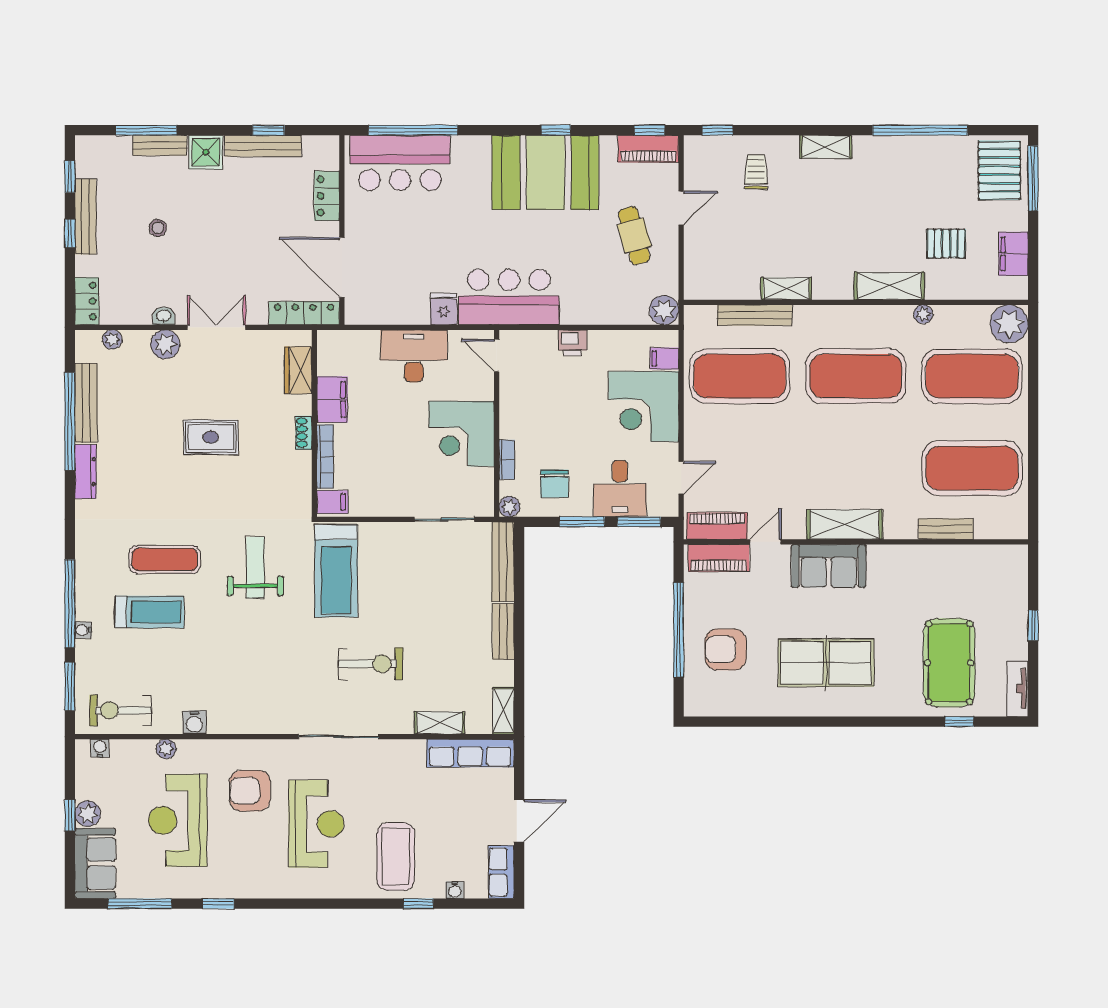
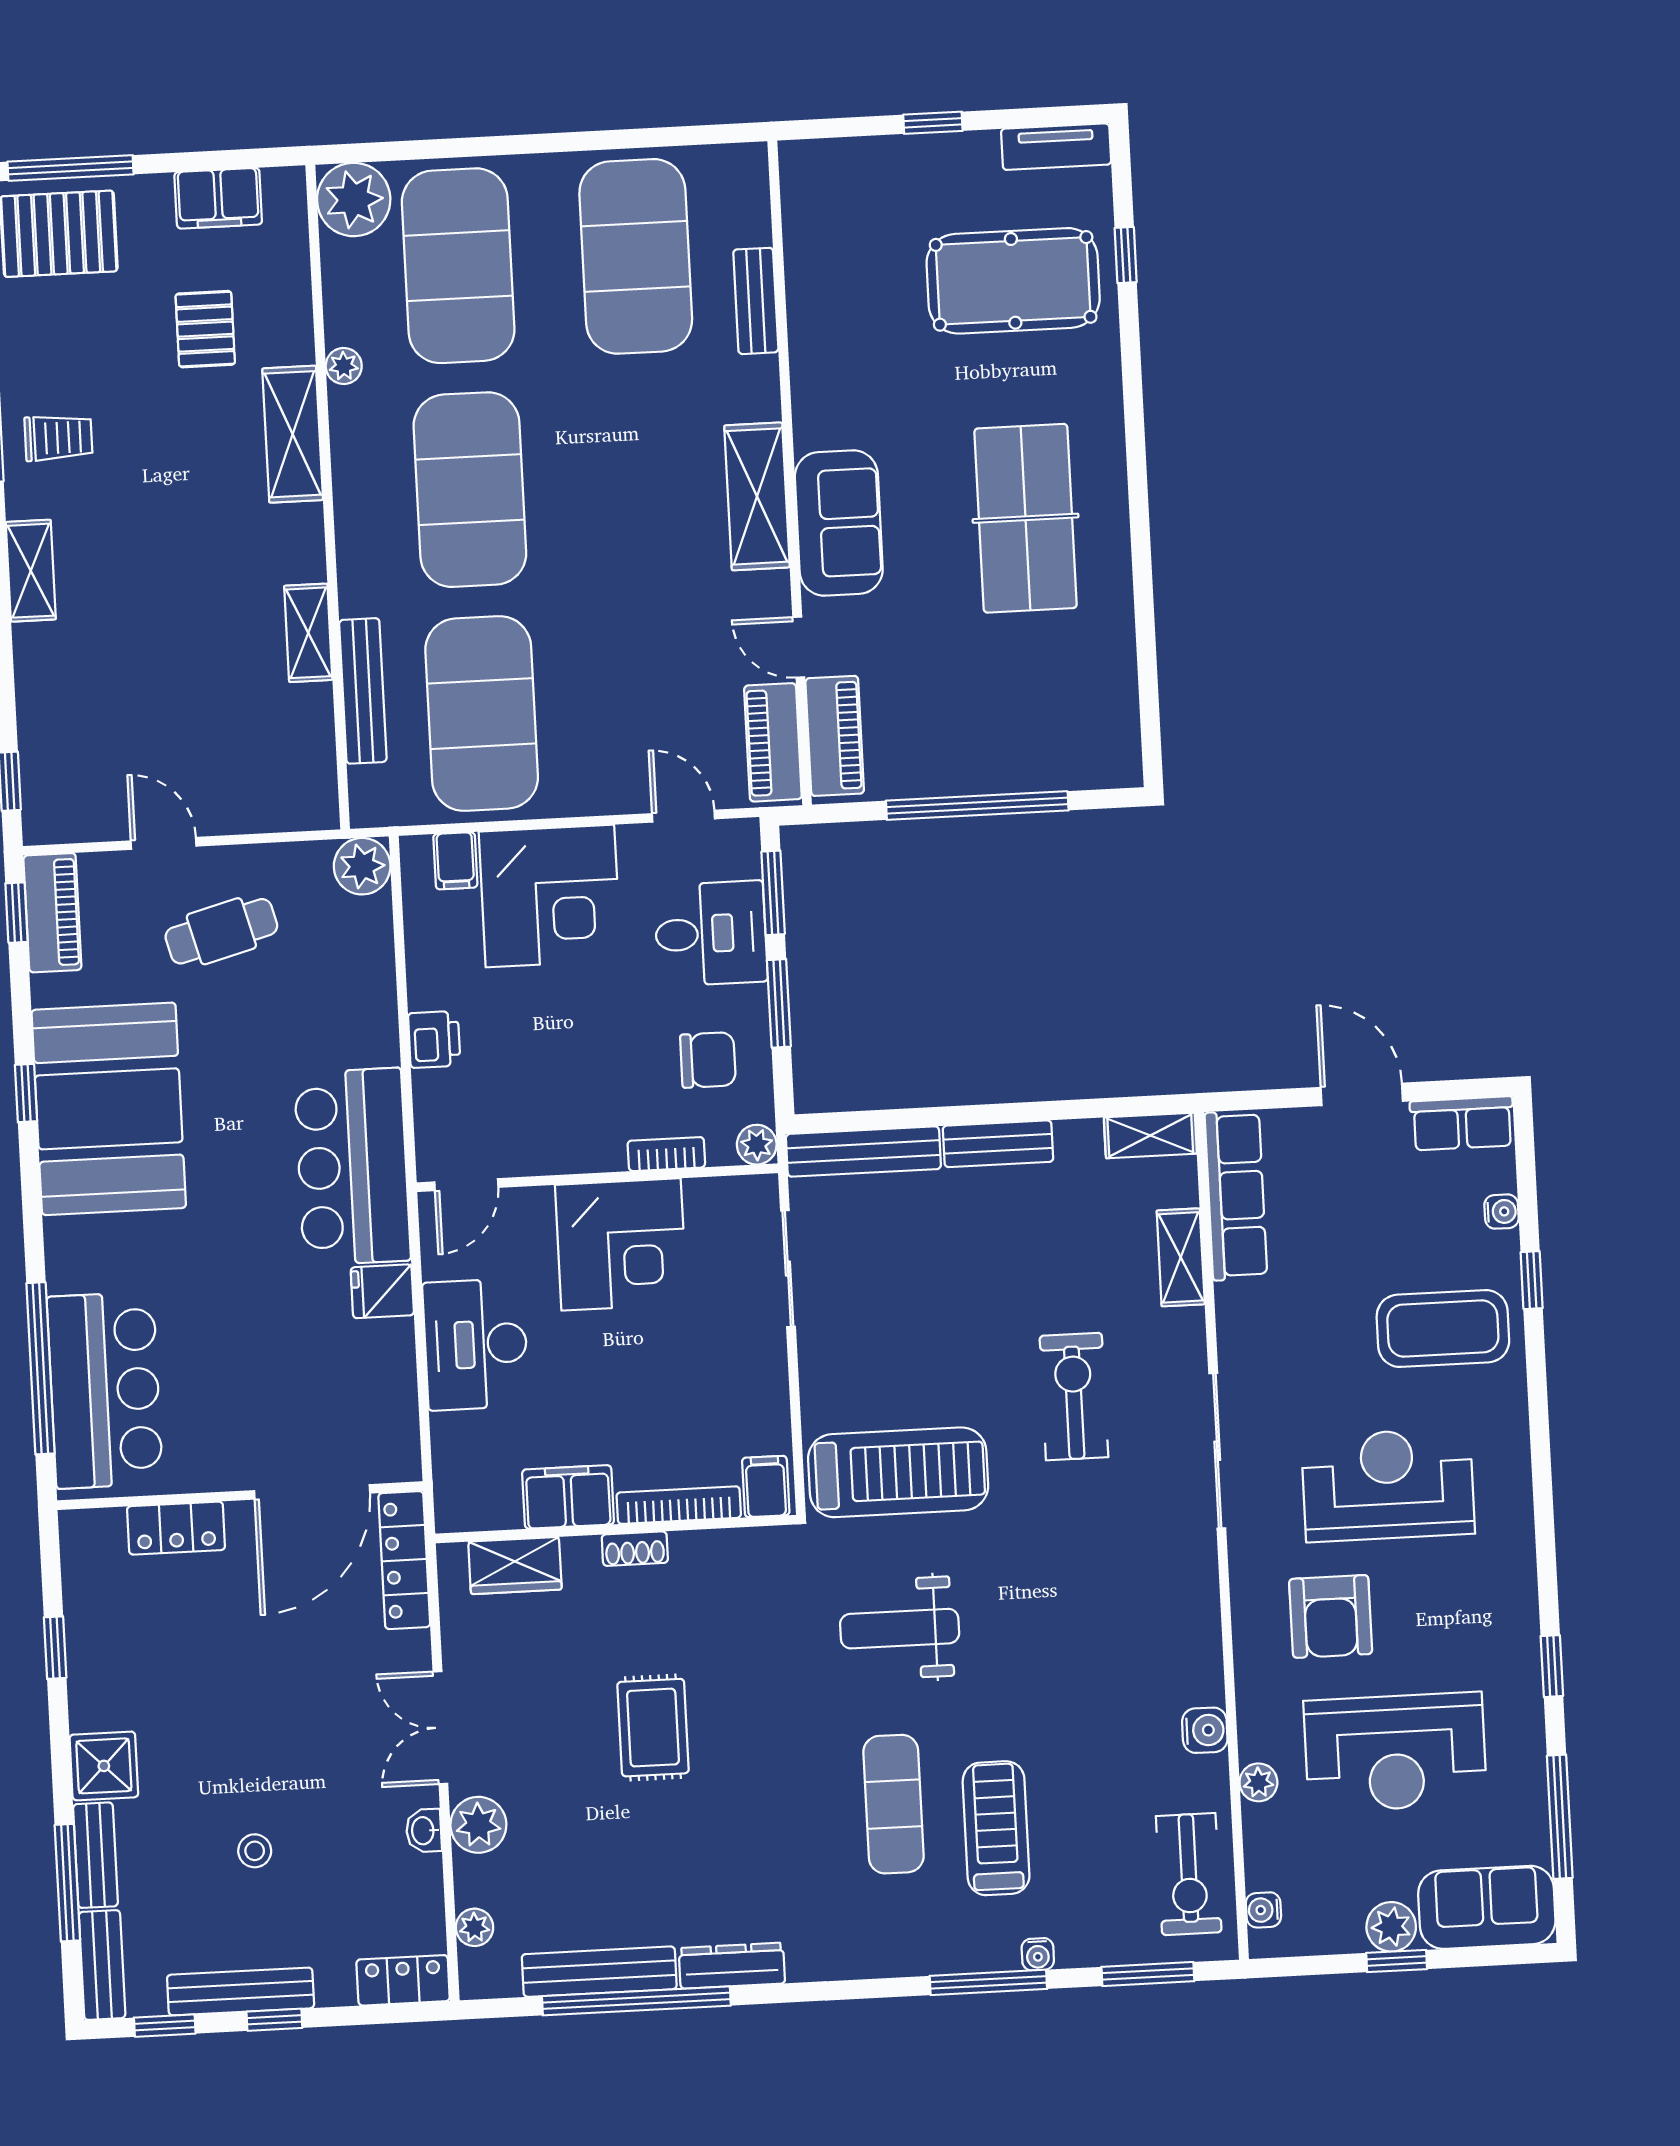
bench: (263, 146) -> (102, 1965), moved, width x0.73
trolley: (756, 172) -> (58, 438), moved, turned 180
window: (70, 604) -> (988, 1982), width x0.68
armchair: (726, 649) -> (1010, 713), removed

